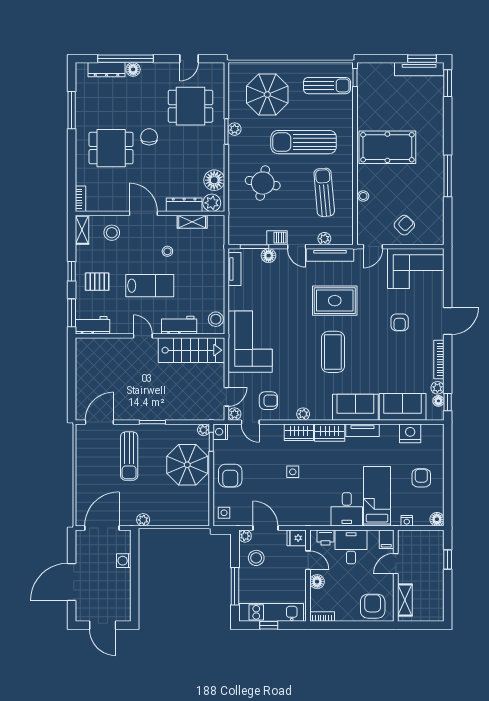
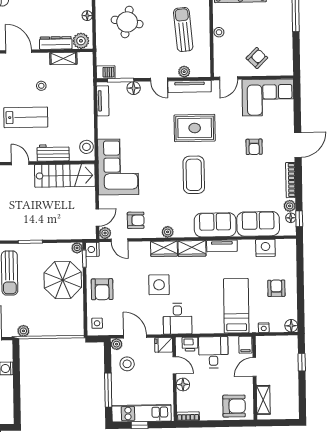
floor lamp: (214, 180) -> (87, 16), width x0.53, depth x0.53
barbecue: (277, 238) -> (106, 72), moved
side table: (293, 472) -> (159, 285), width x1.87, depth x1.87
desk: (347, 509) -> (177, 319), moved
armchair: (373, 606) -> (234, 406), turned 90

